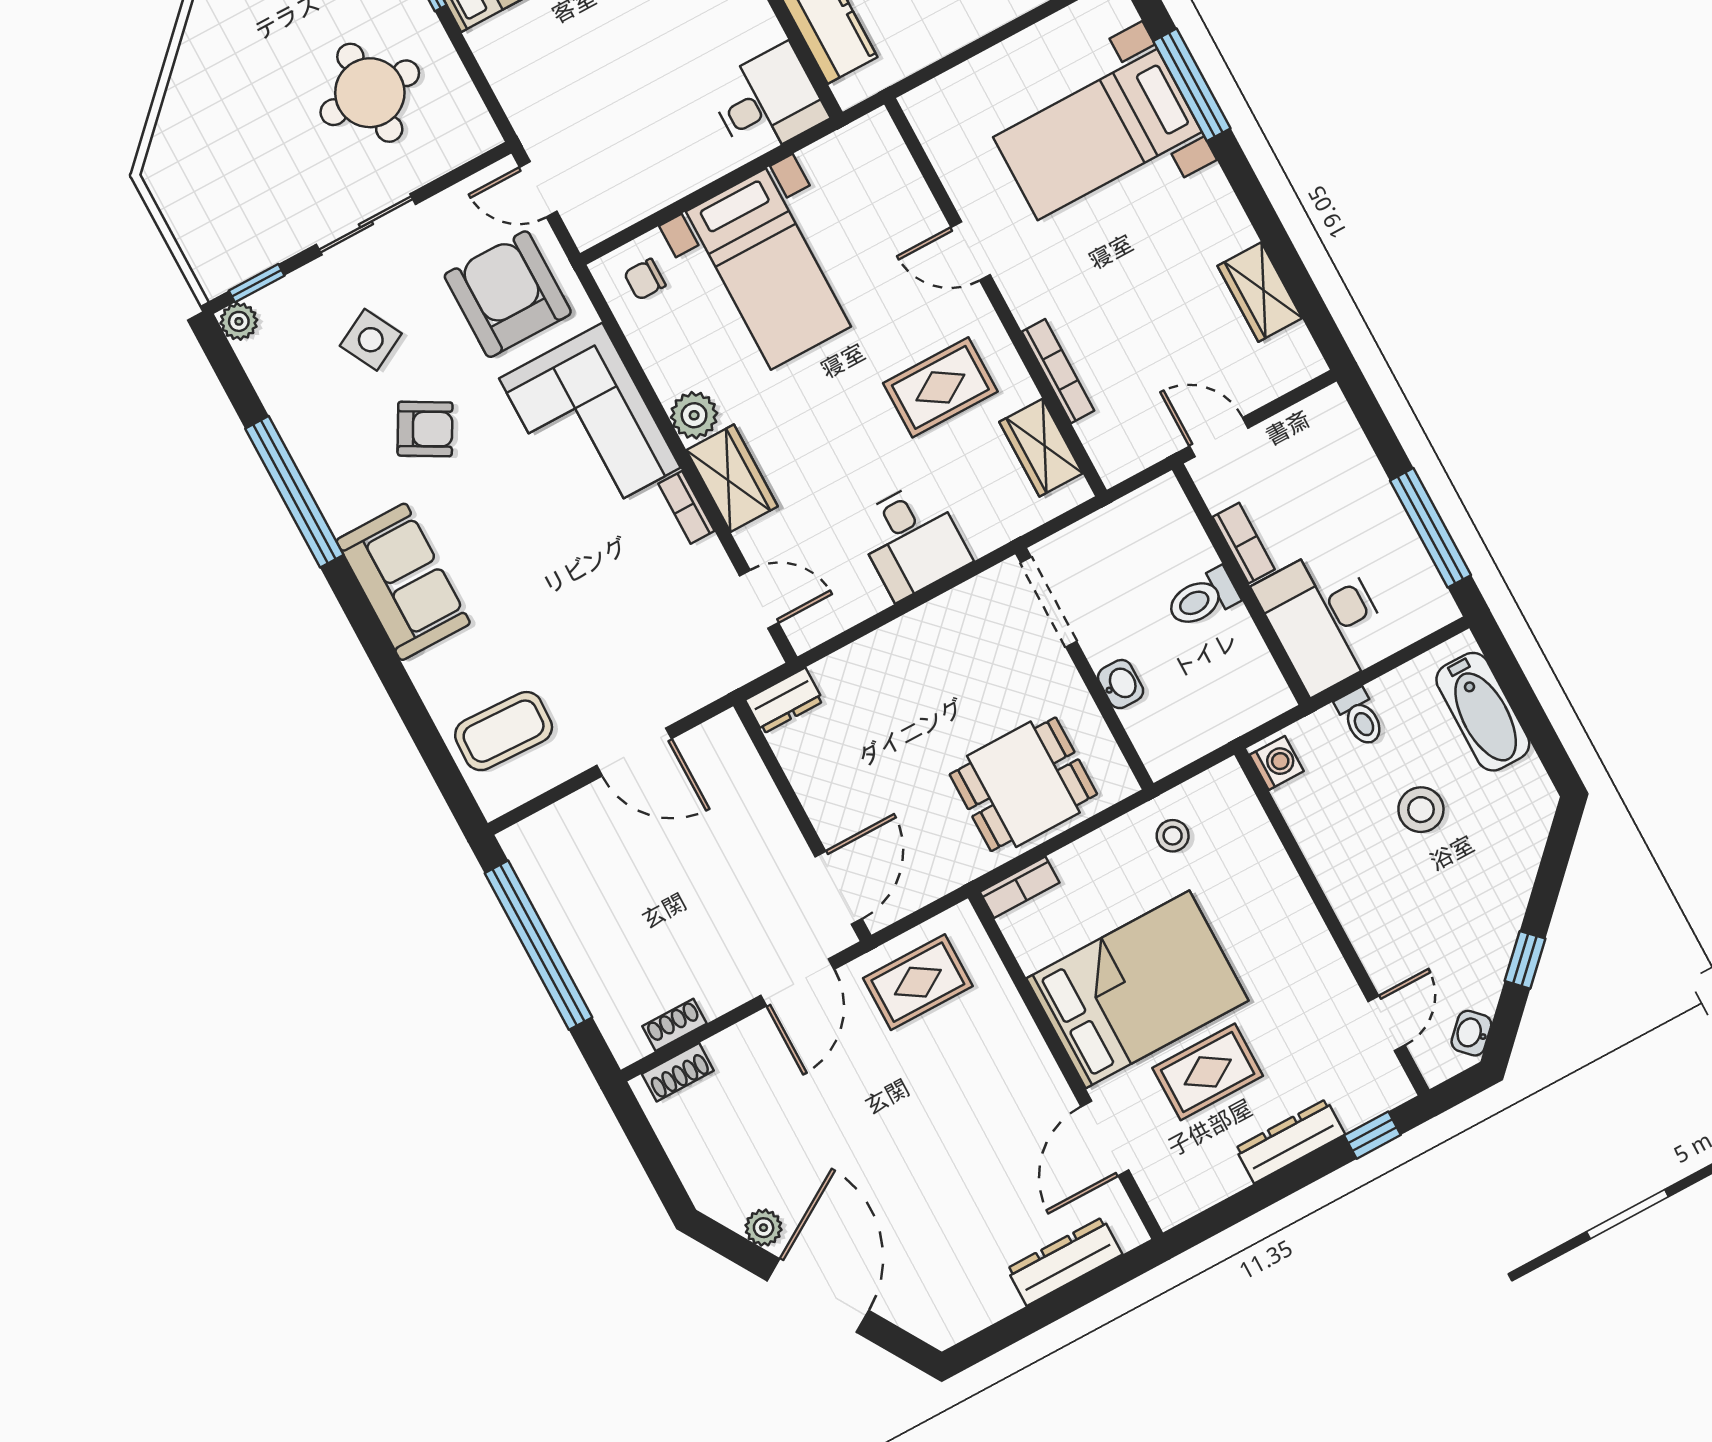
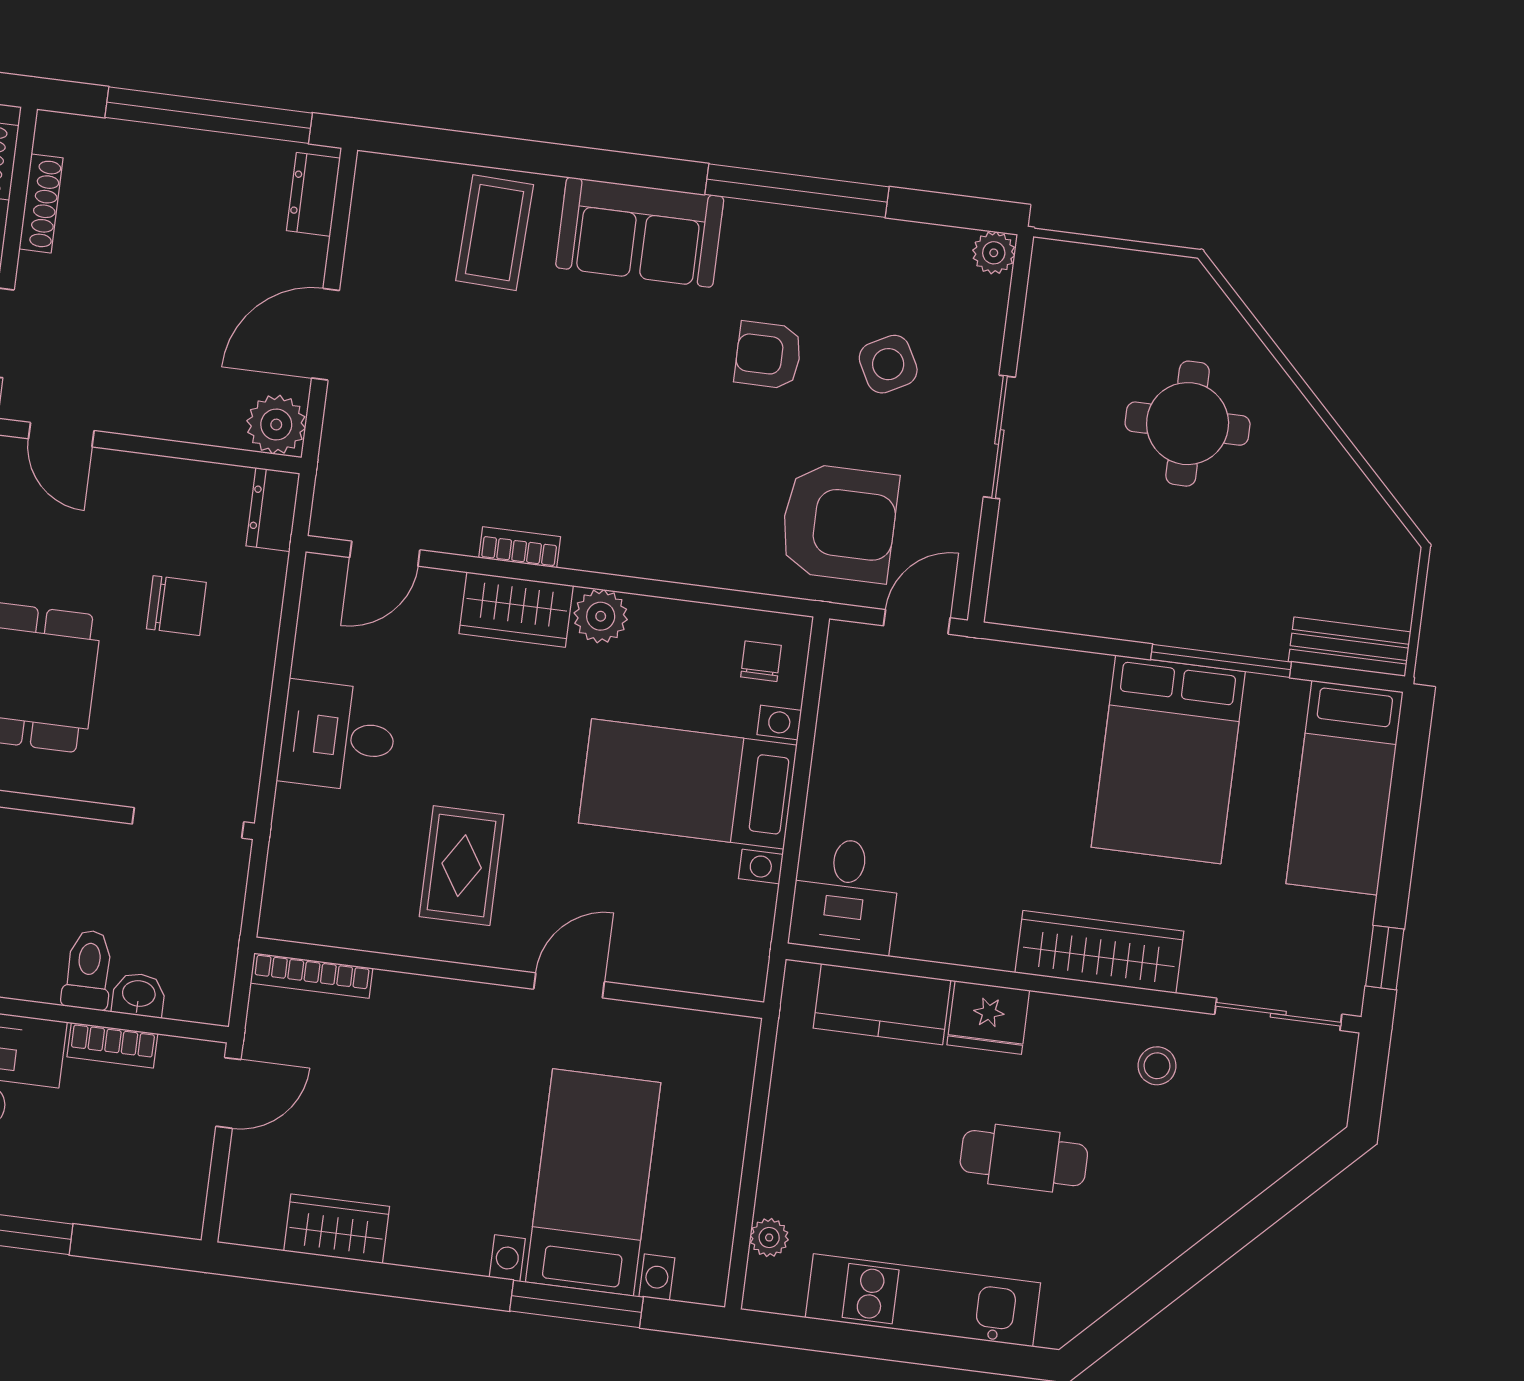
round table: (370, 93) -> (1188, 424), moved
window: (257, 283) -> (1018, 295), removed
bookcase: (1058, 371) -> (312, 976), moved
corner sofa: (590, 423) -> (663, 513), removed
armchair: (425, 429) -> (768, 355), turned 61
wardrobe: (1041, 448) -> (338, 919), removed
washbasin: (1121, 684) -> (139, 995), moved, turned 180
chair: (901, 720) -> (176, 606), added
coffee table: (504, 731) -> (495, 233), moved
plant: (723, 741) -> (276, 425), added
dresser: (541, 831) -> (313, 194), added
door: (839, 888) -> (61, 435), width x0.73
shoe rack: (675, 1025) -> (41, 203), width x1.43

